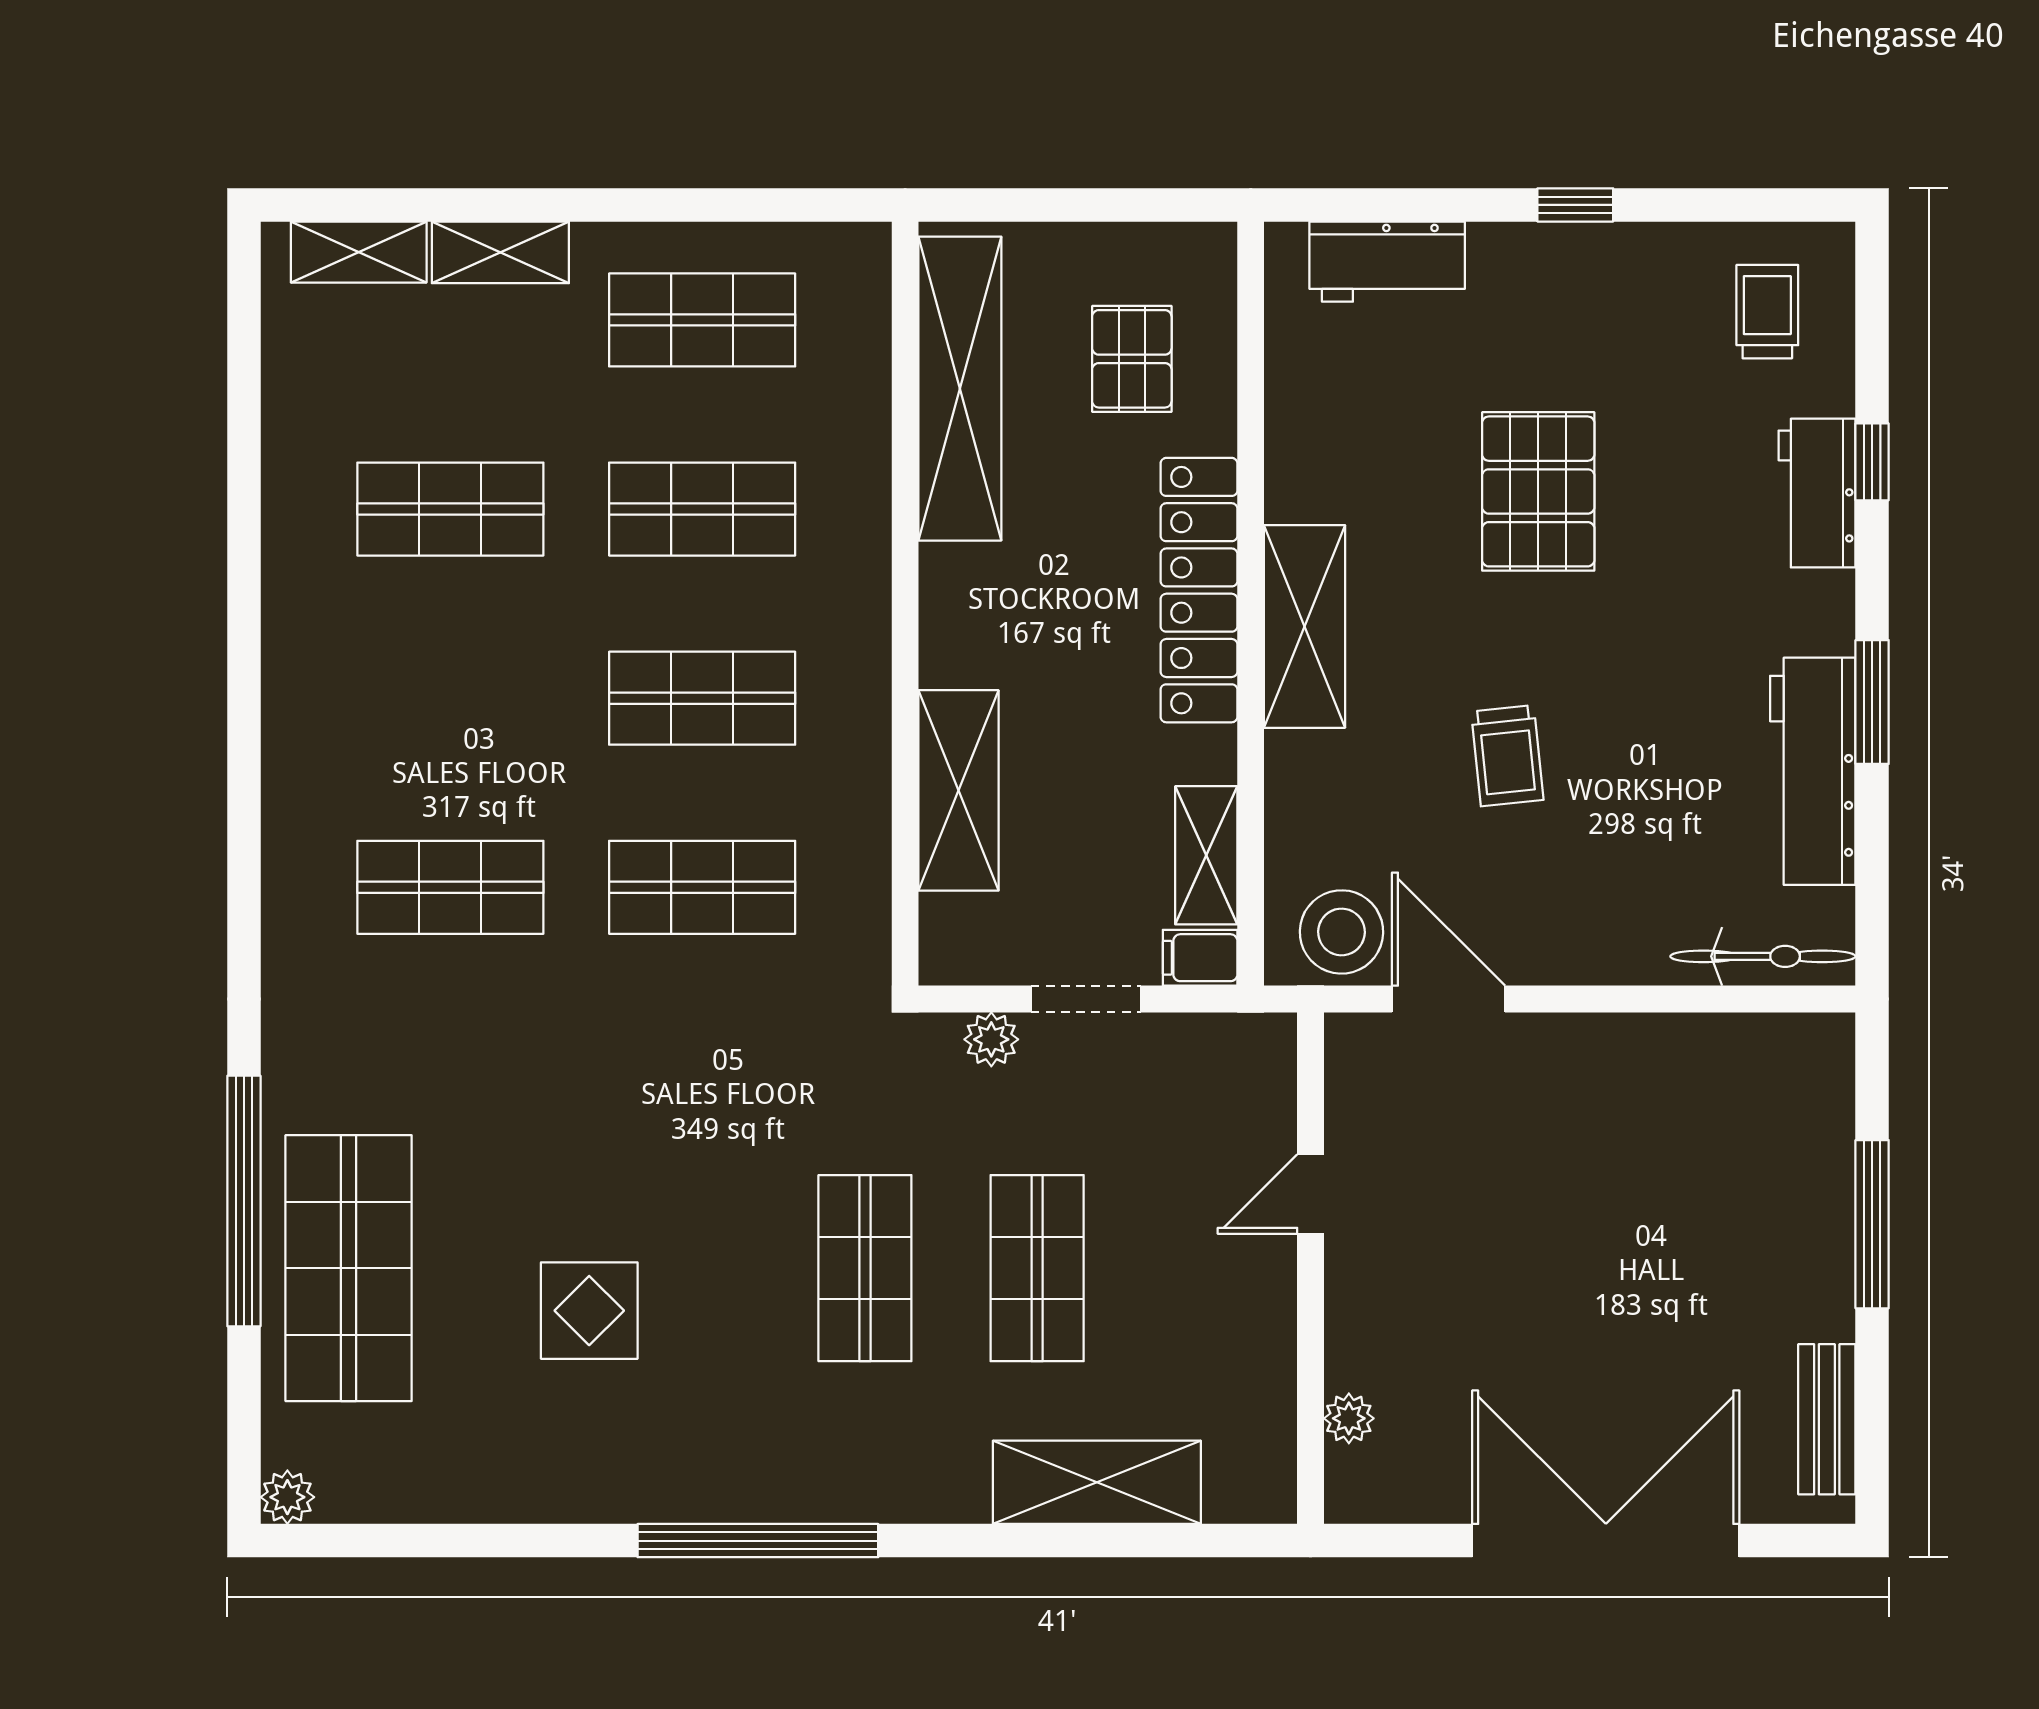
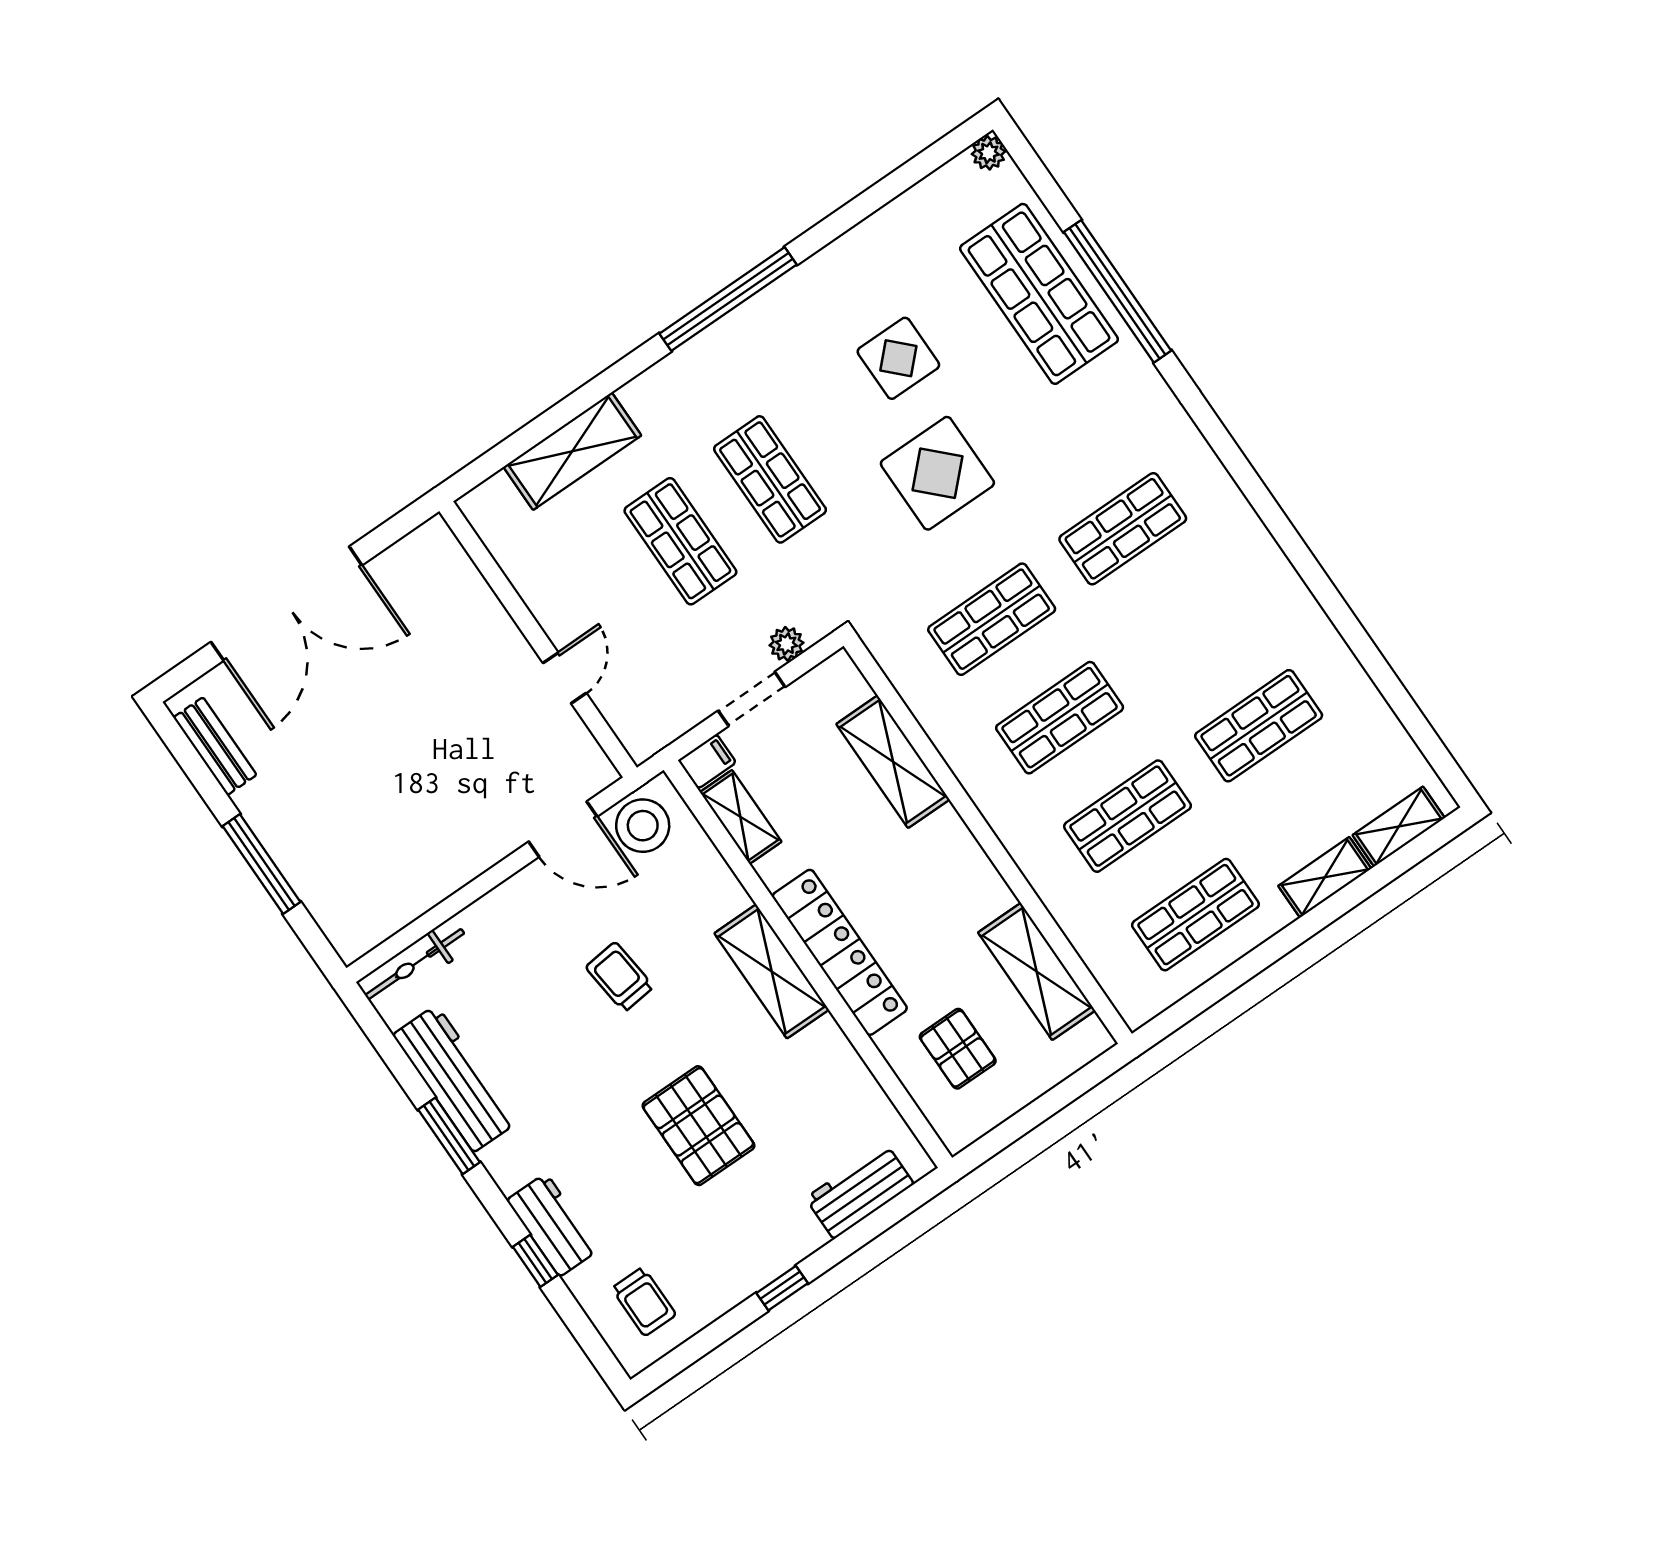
shelving: (960, 389) -> (1037, 971), width x0.68
display table: (642, 1126) -> (937, 473), added
plant: (1349, 1418) -> (464, 575), removed

